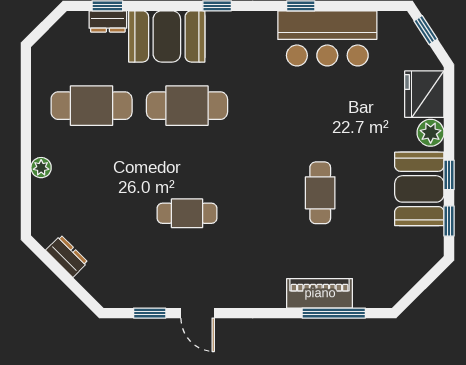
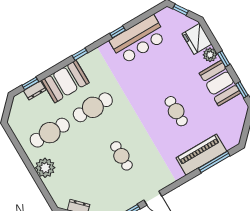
plant: (41, 168) -> (45, 168), width x1.87, depth x1.87
window: (449, 175) -> (224, 59), moved
cafe table: (187, 213) -> (121, 156), turned 90
piano: (320, 293) -> (201, 155), width x1.37, depth x1.33

